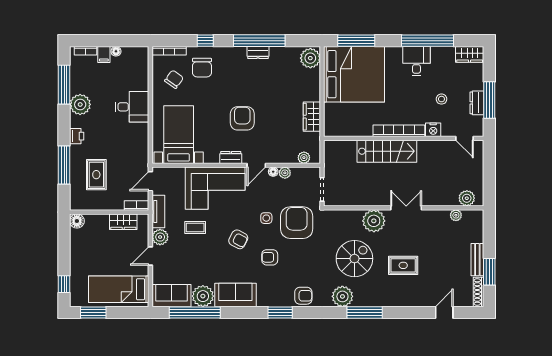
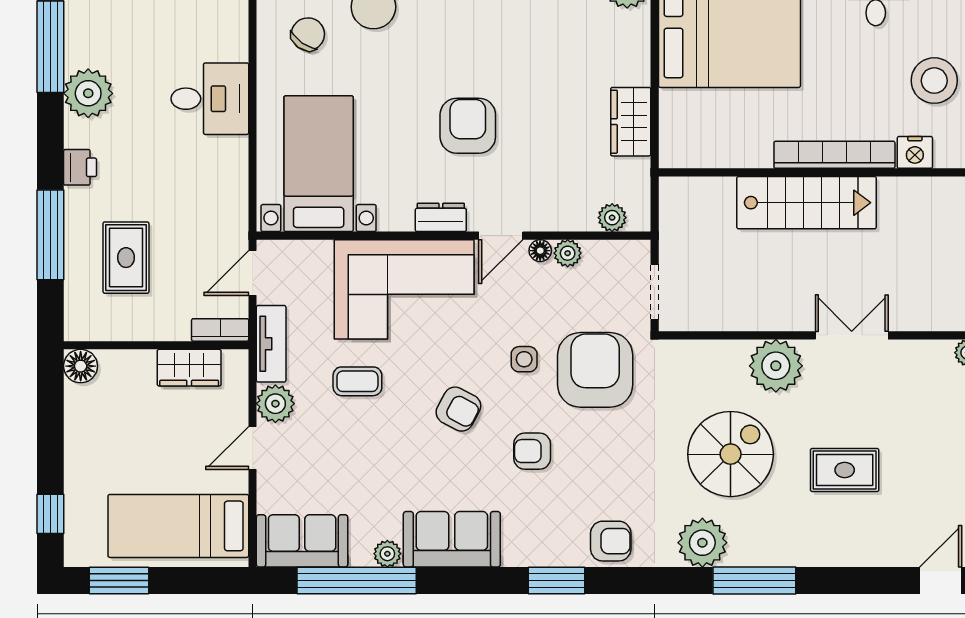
stool: (441, 99) -> (934, 81), width x1.89, depth x1.89
plant: (203, 296) -> (387, 554), width x0.53, depth x0.53

